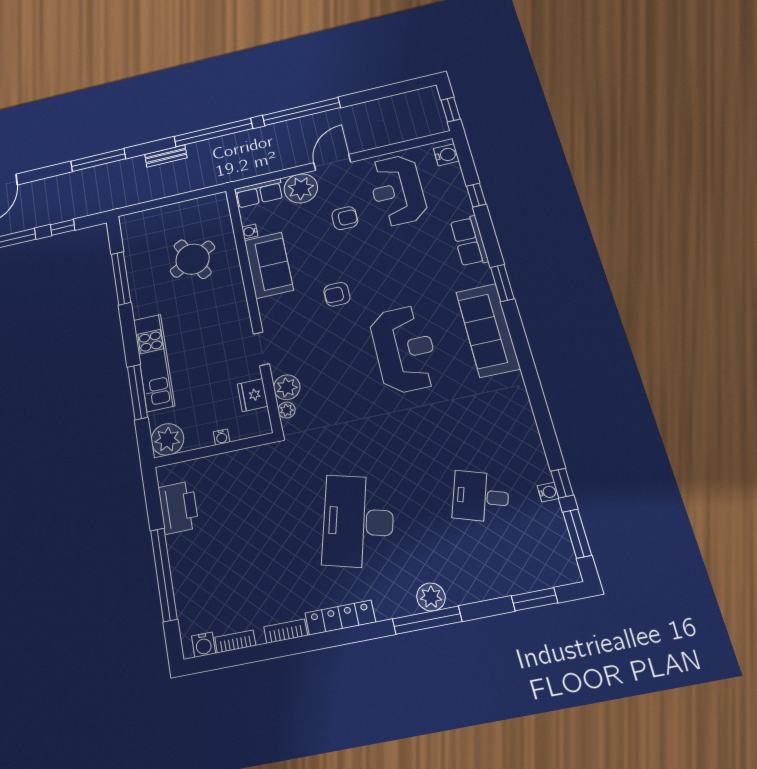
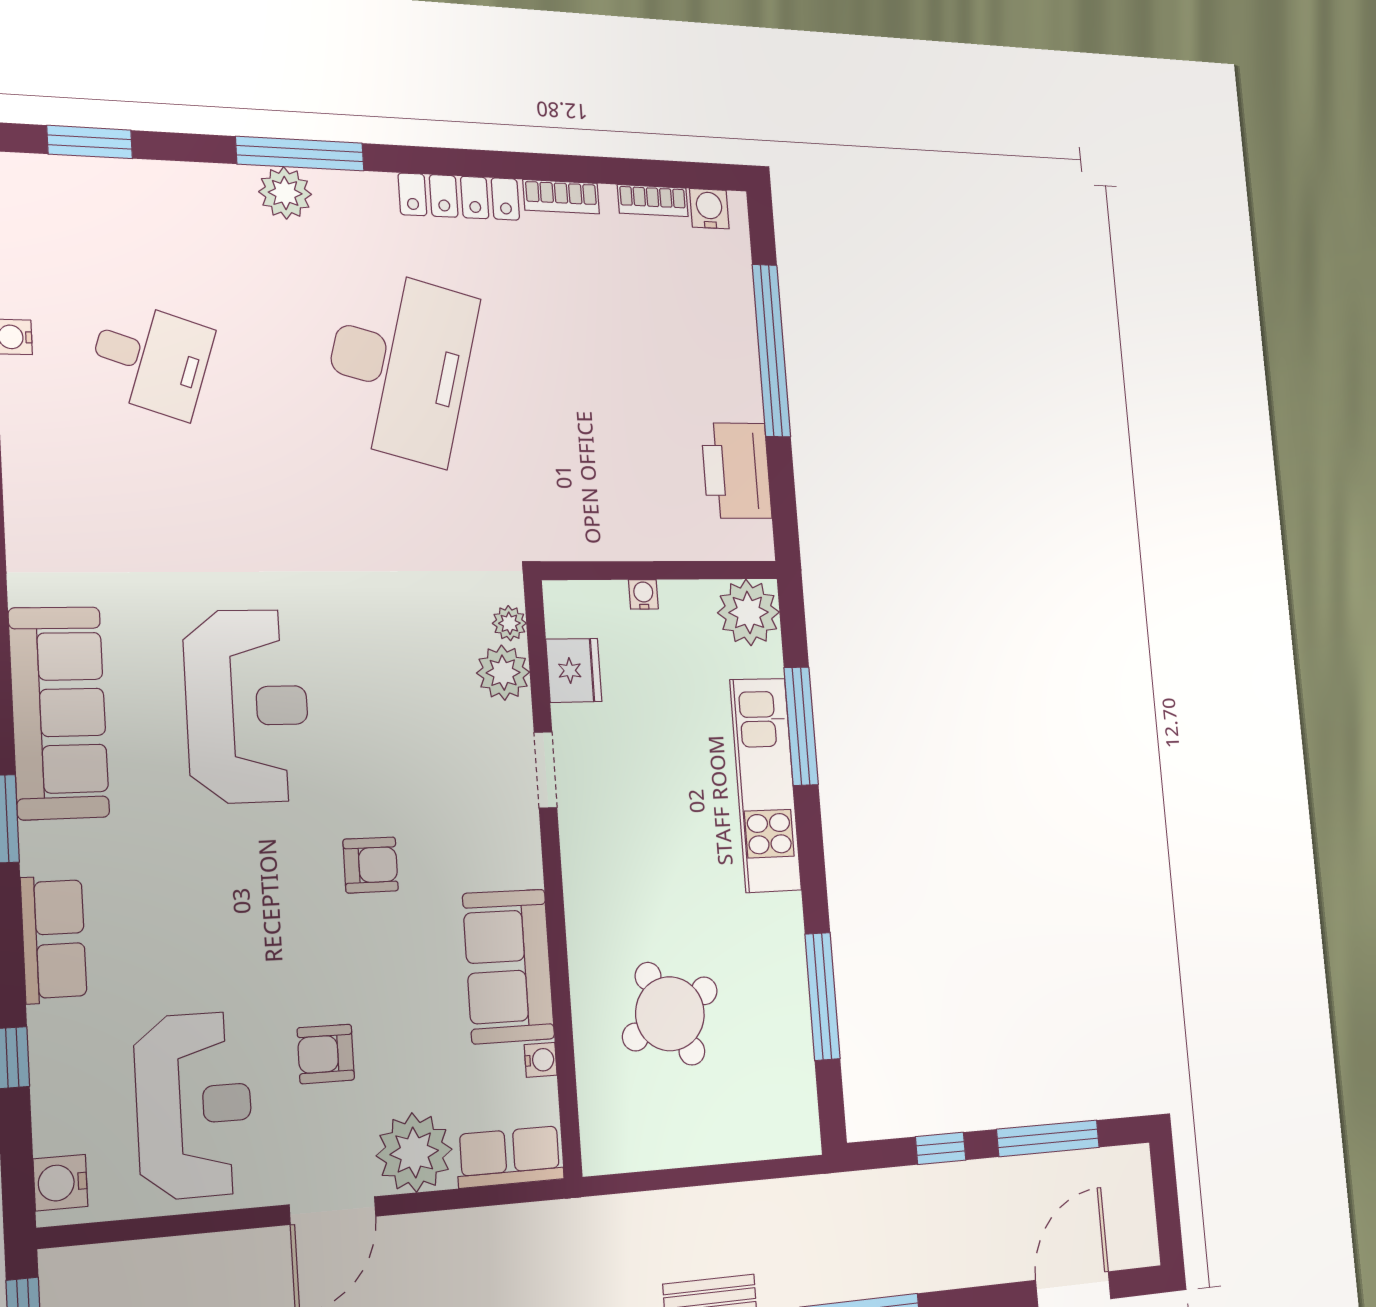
reception desk: (404, 349) -> (247, 706), turned 180

